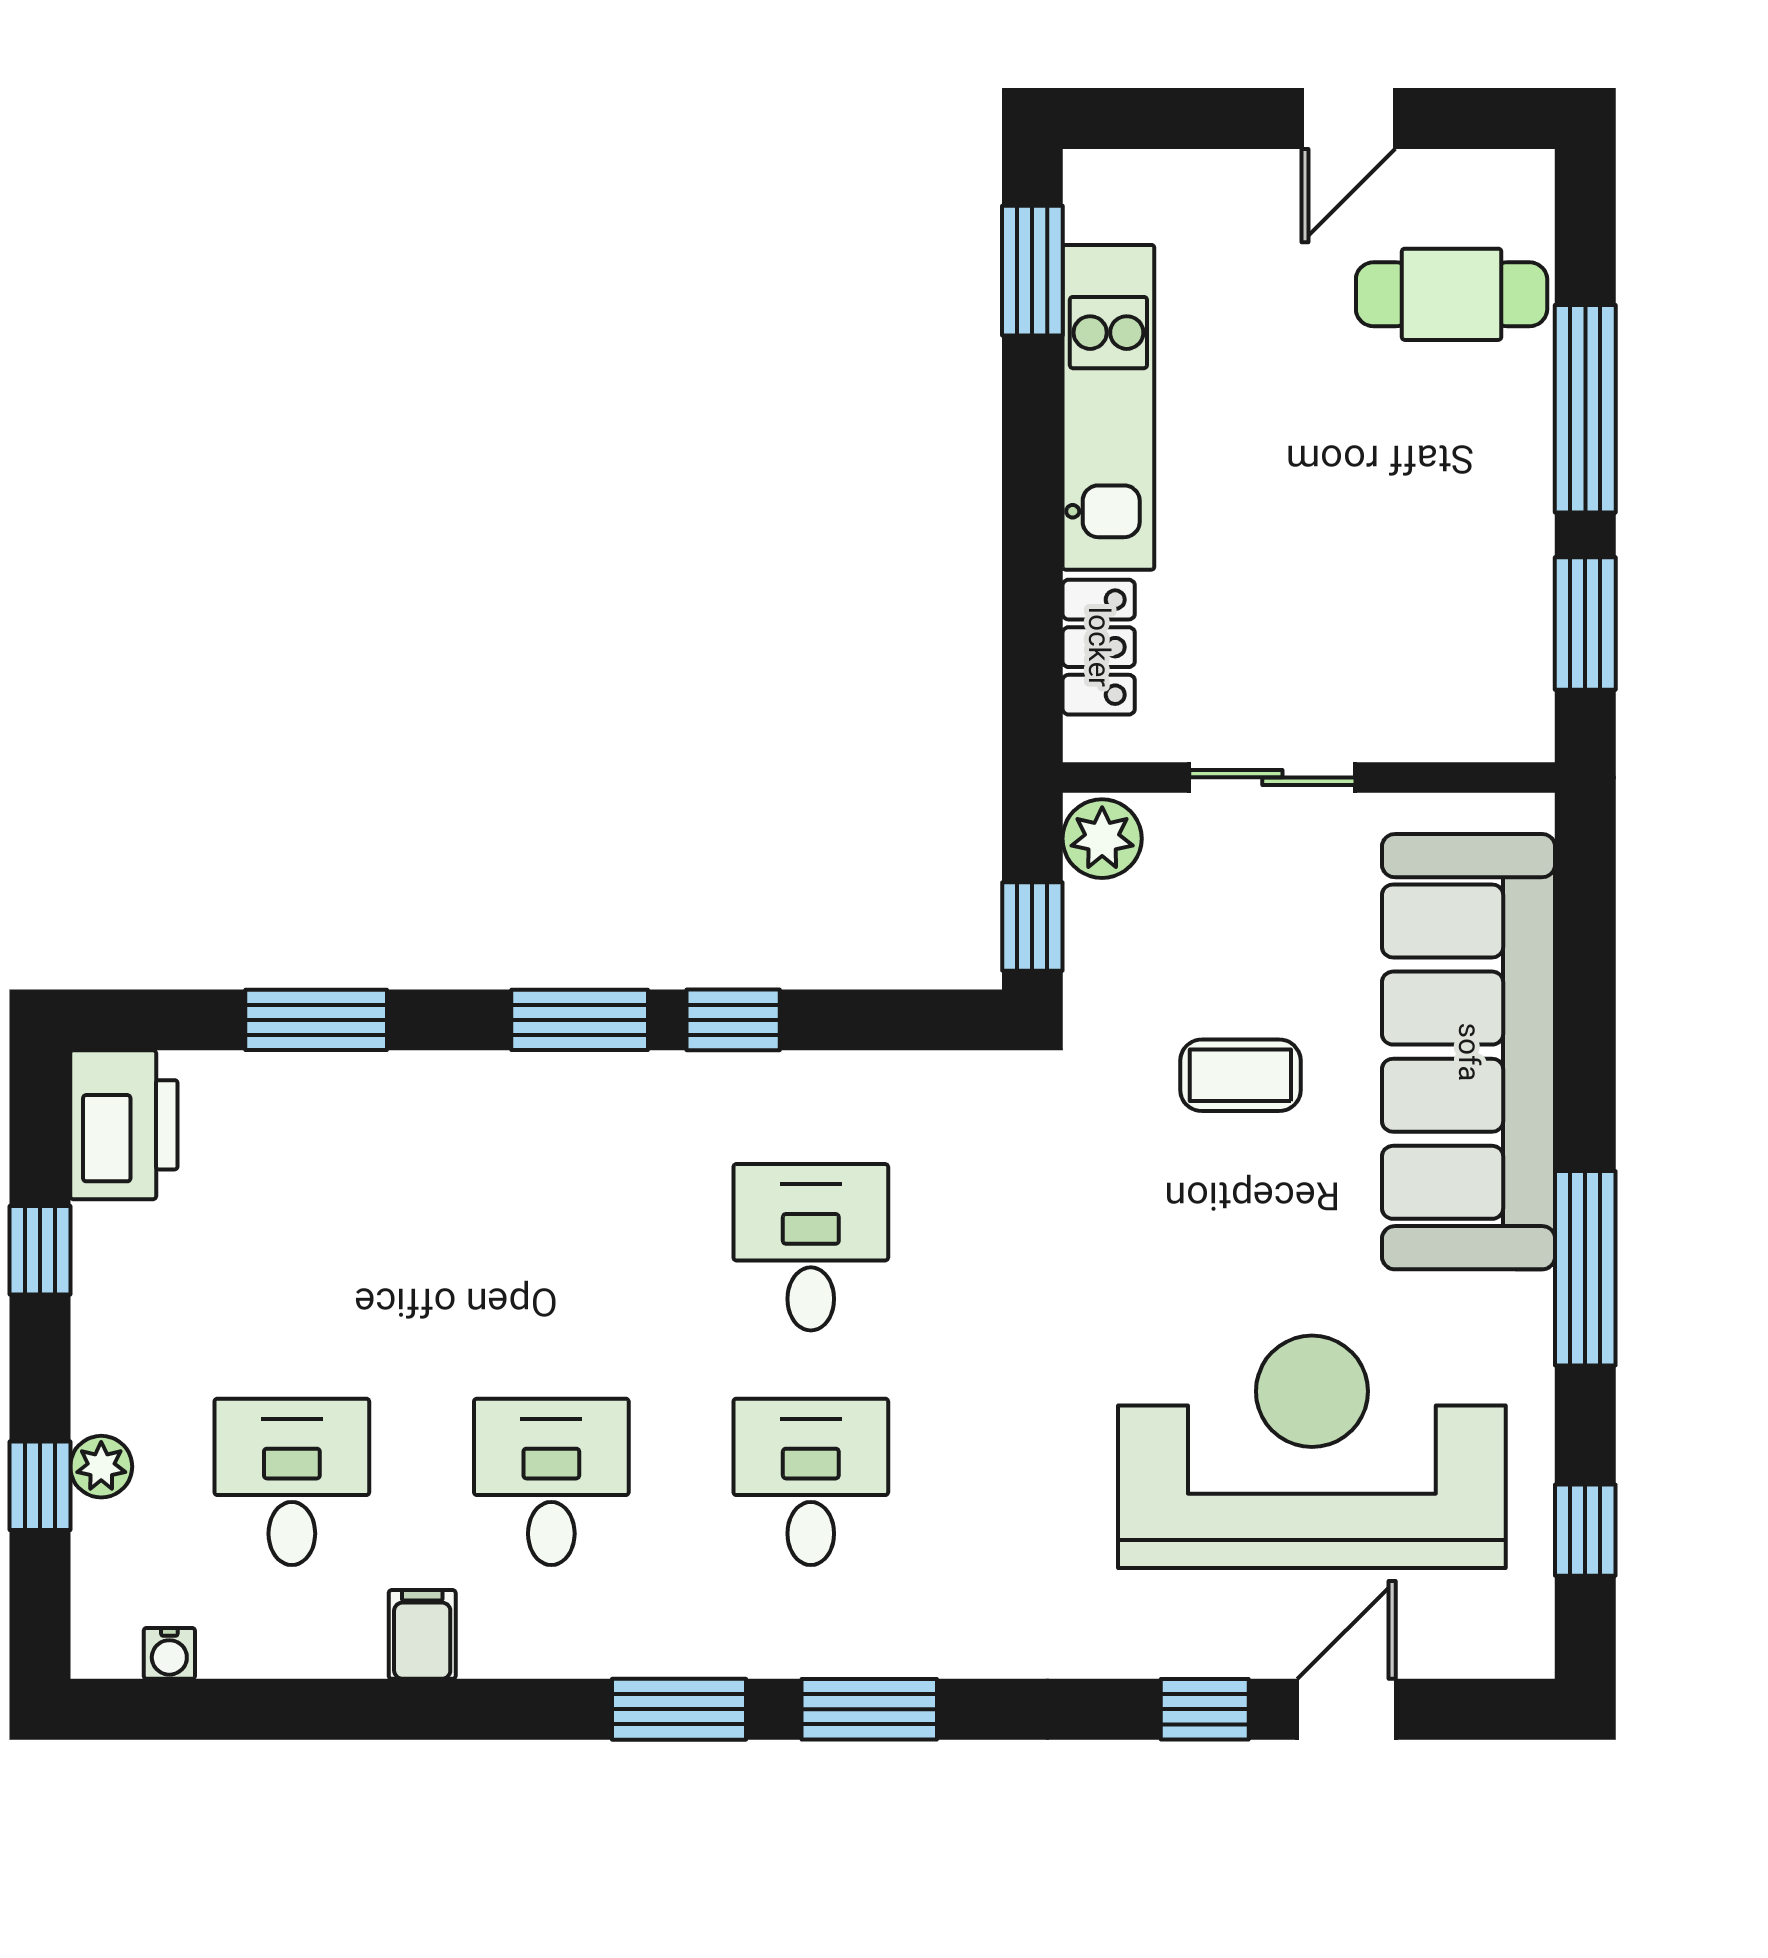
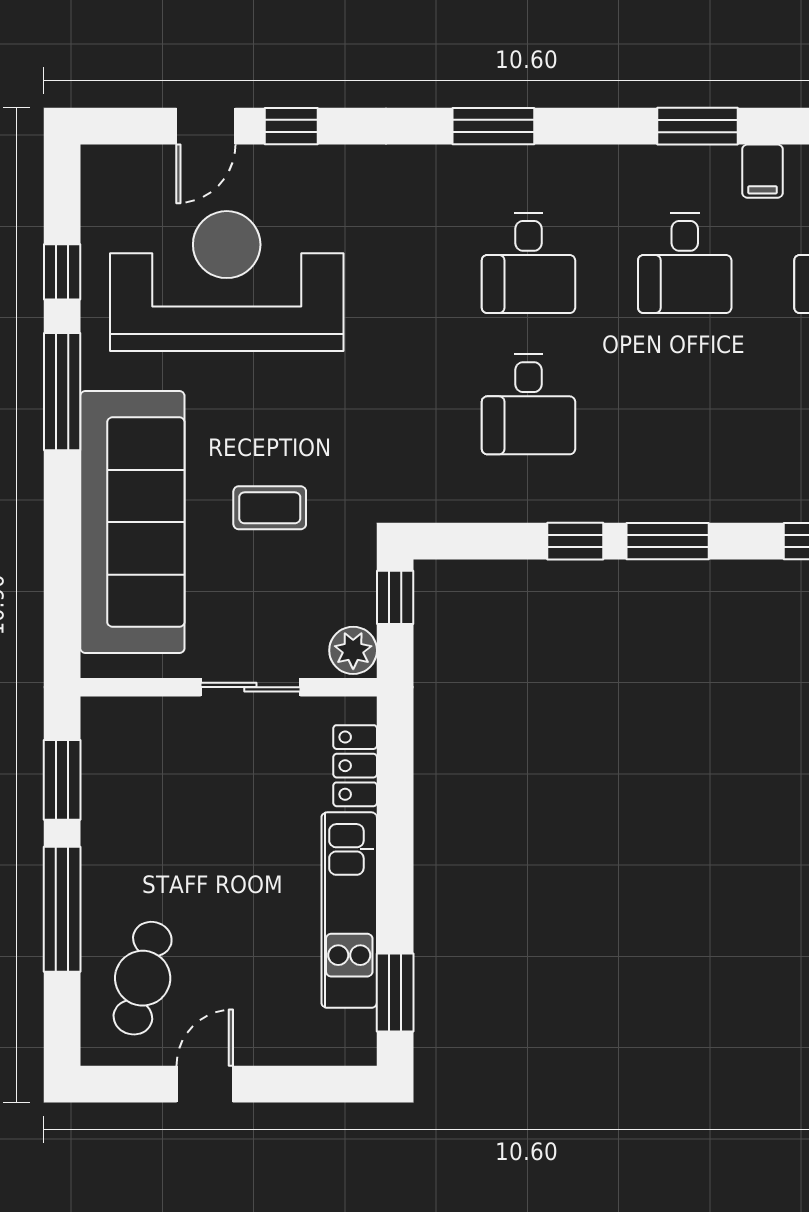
cafe table: (1452, 294) -> (143, 978), turned -76
reception desk: (1312, 1452) -> (227, 281), turned 180
window: (1585, 1530) -> (62, 272), moved
window: (679, 1709) -> (698, 126), moved

